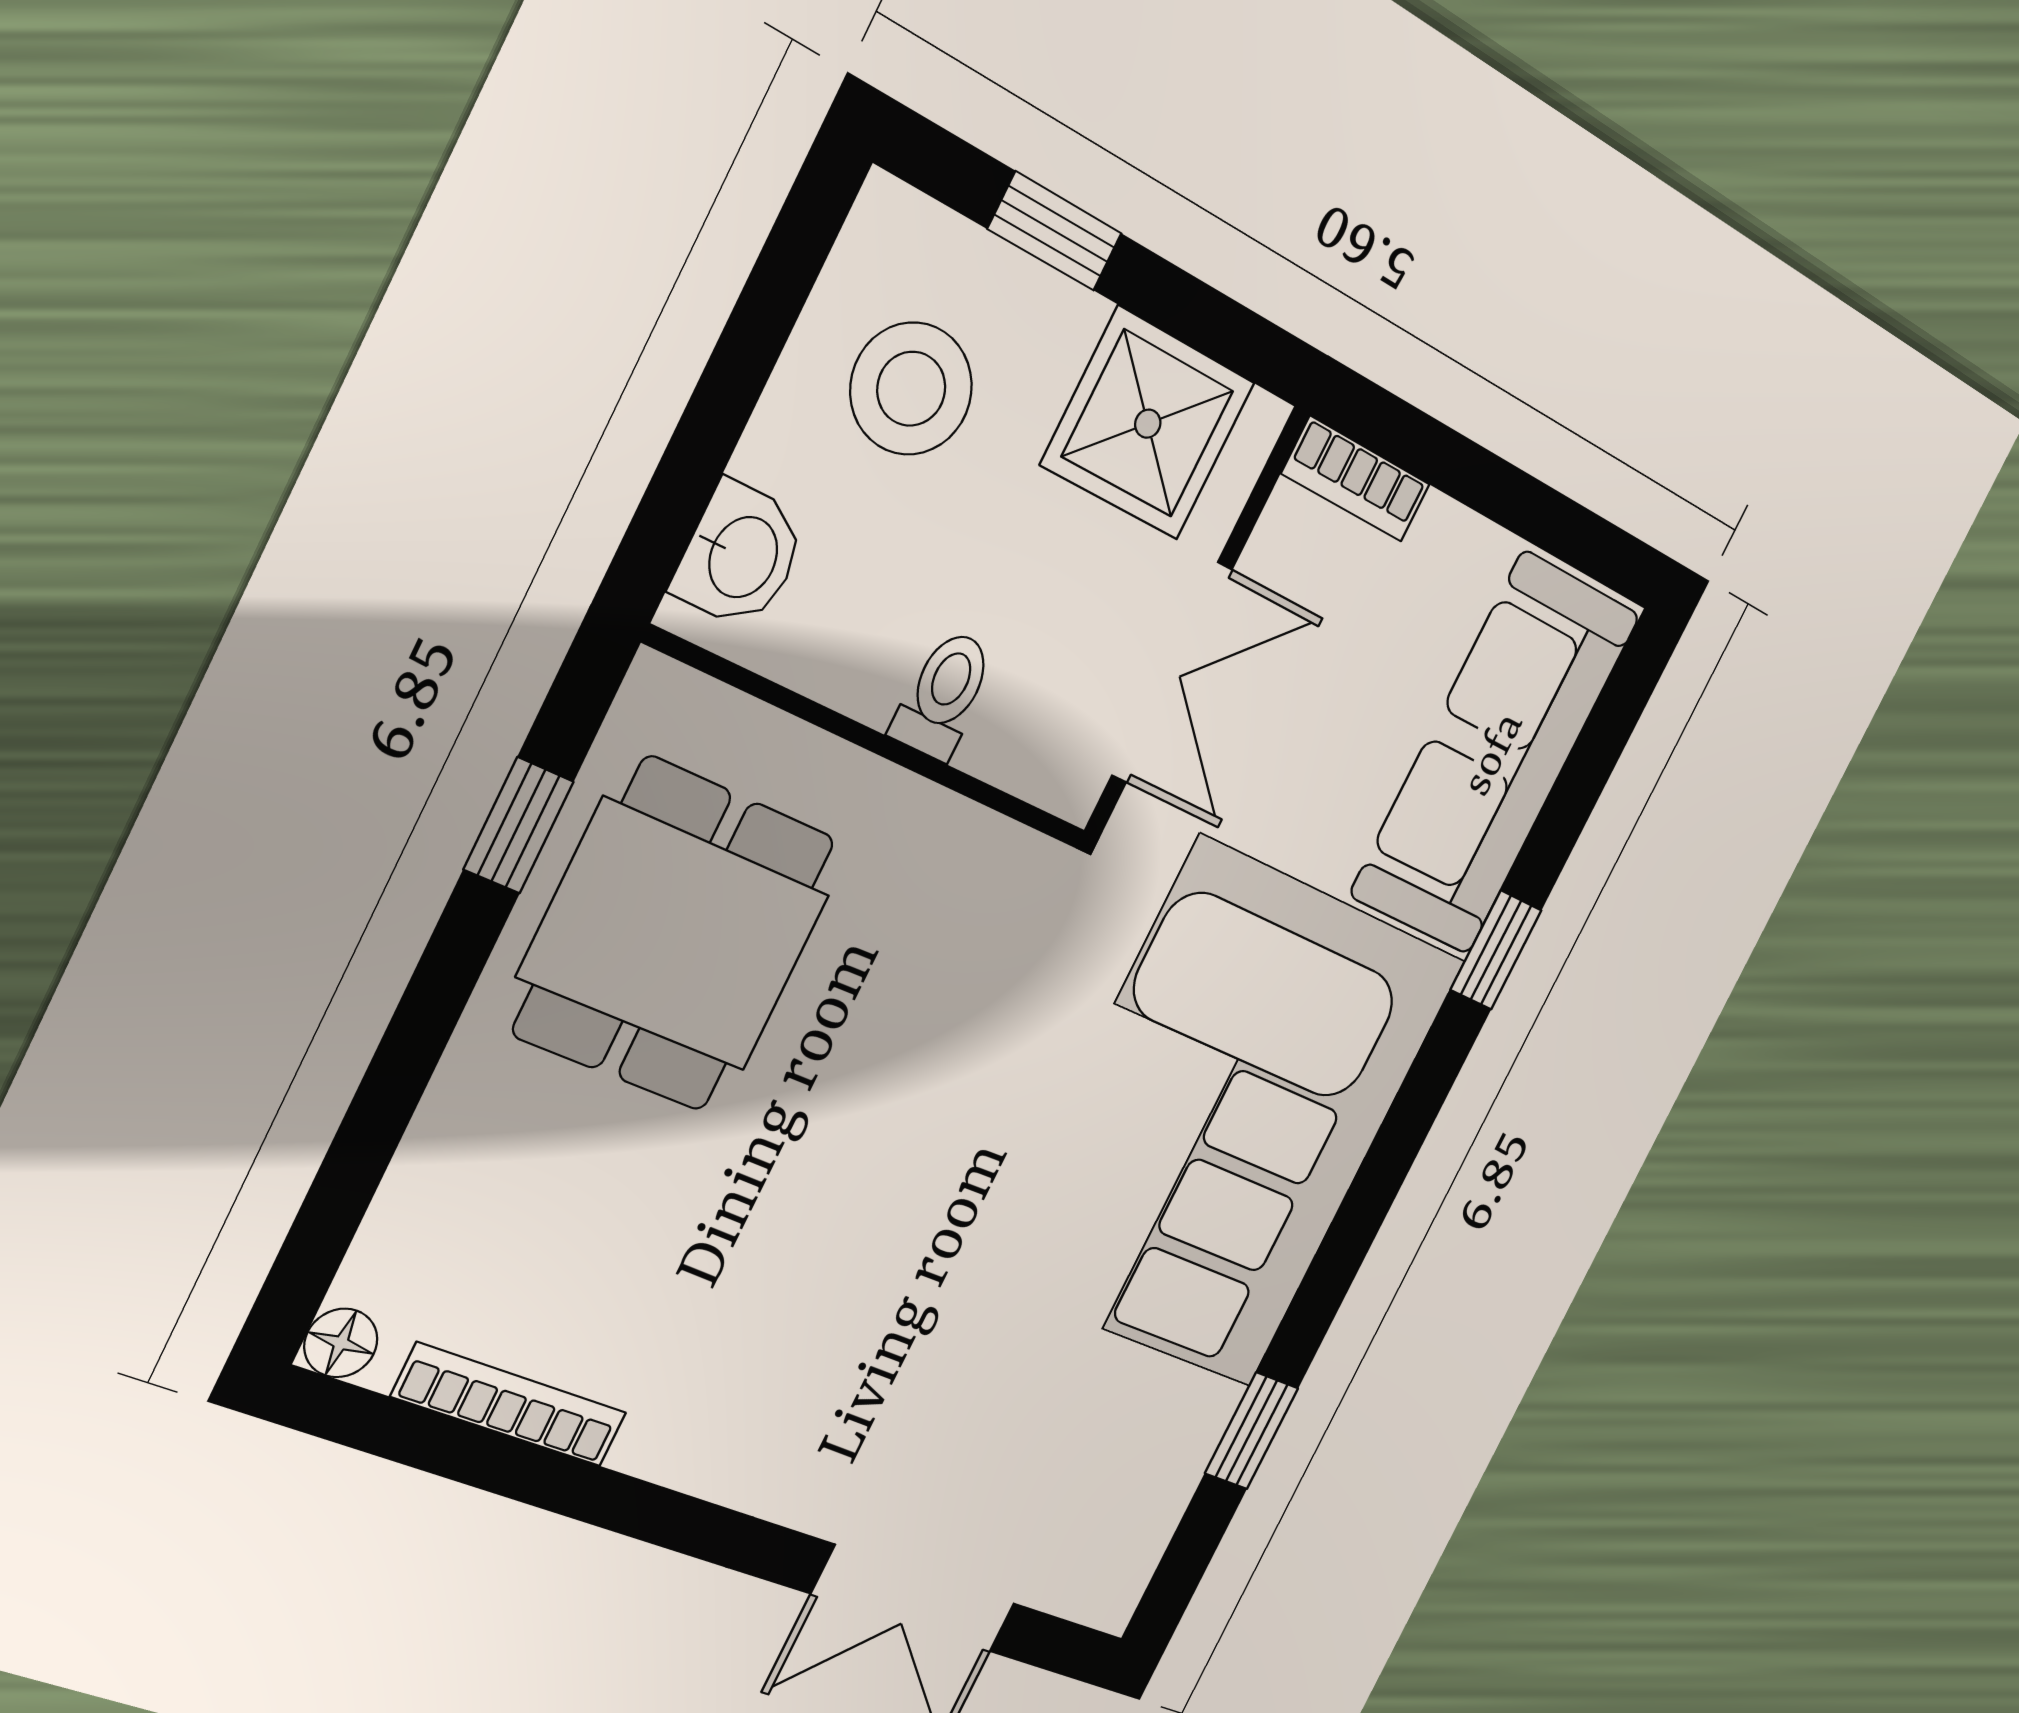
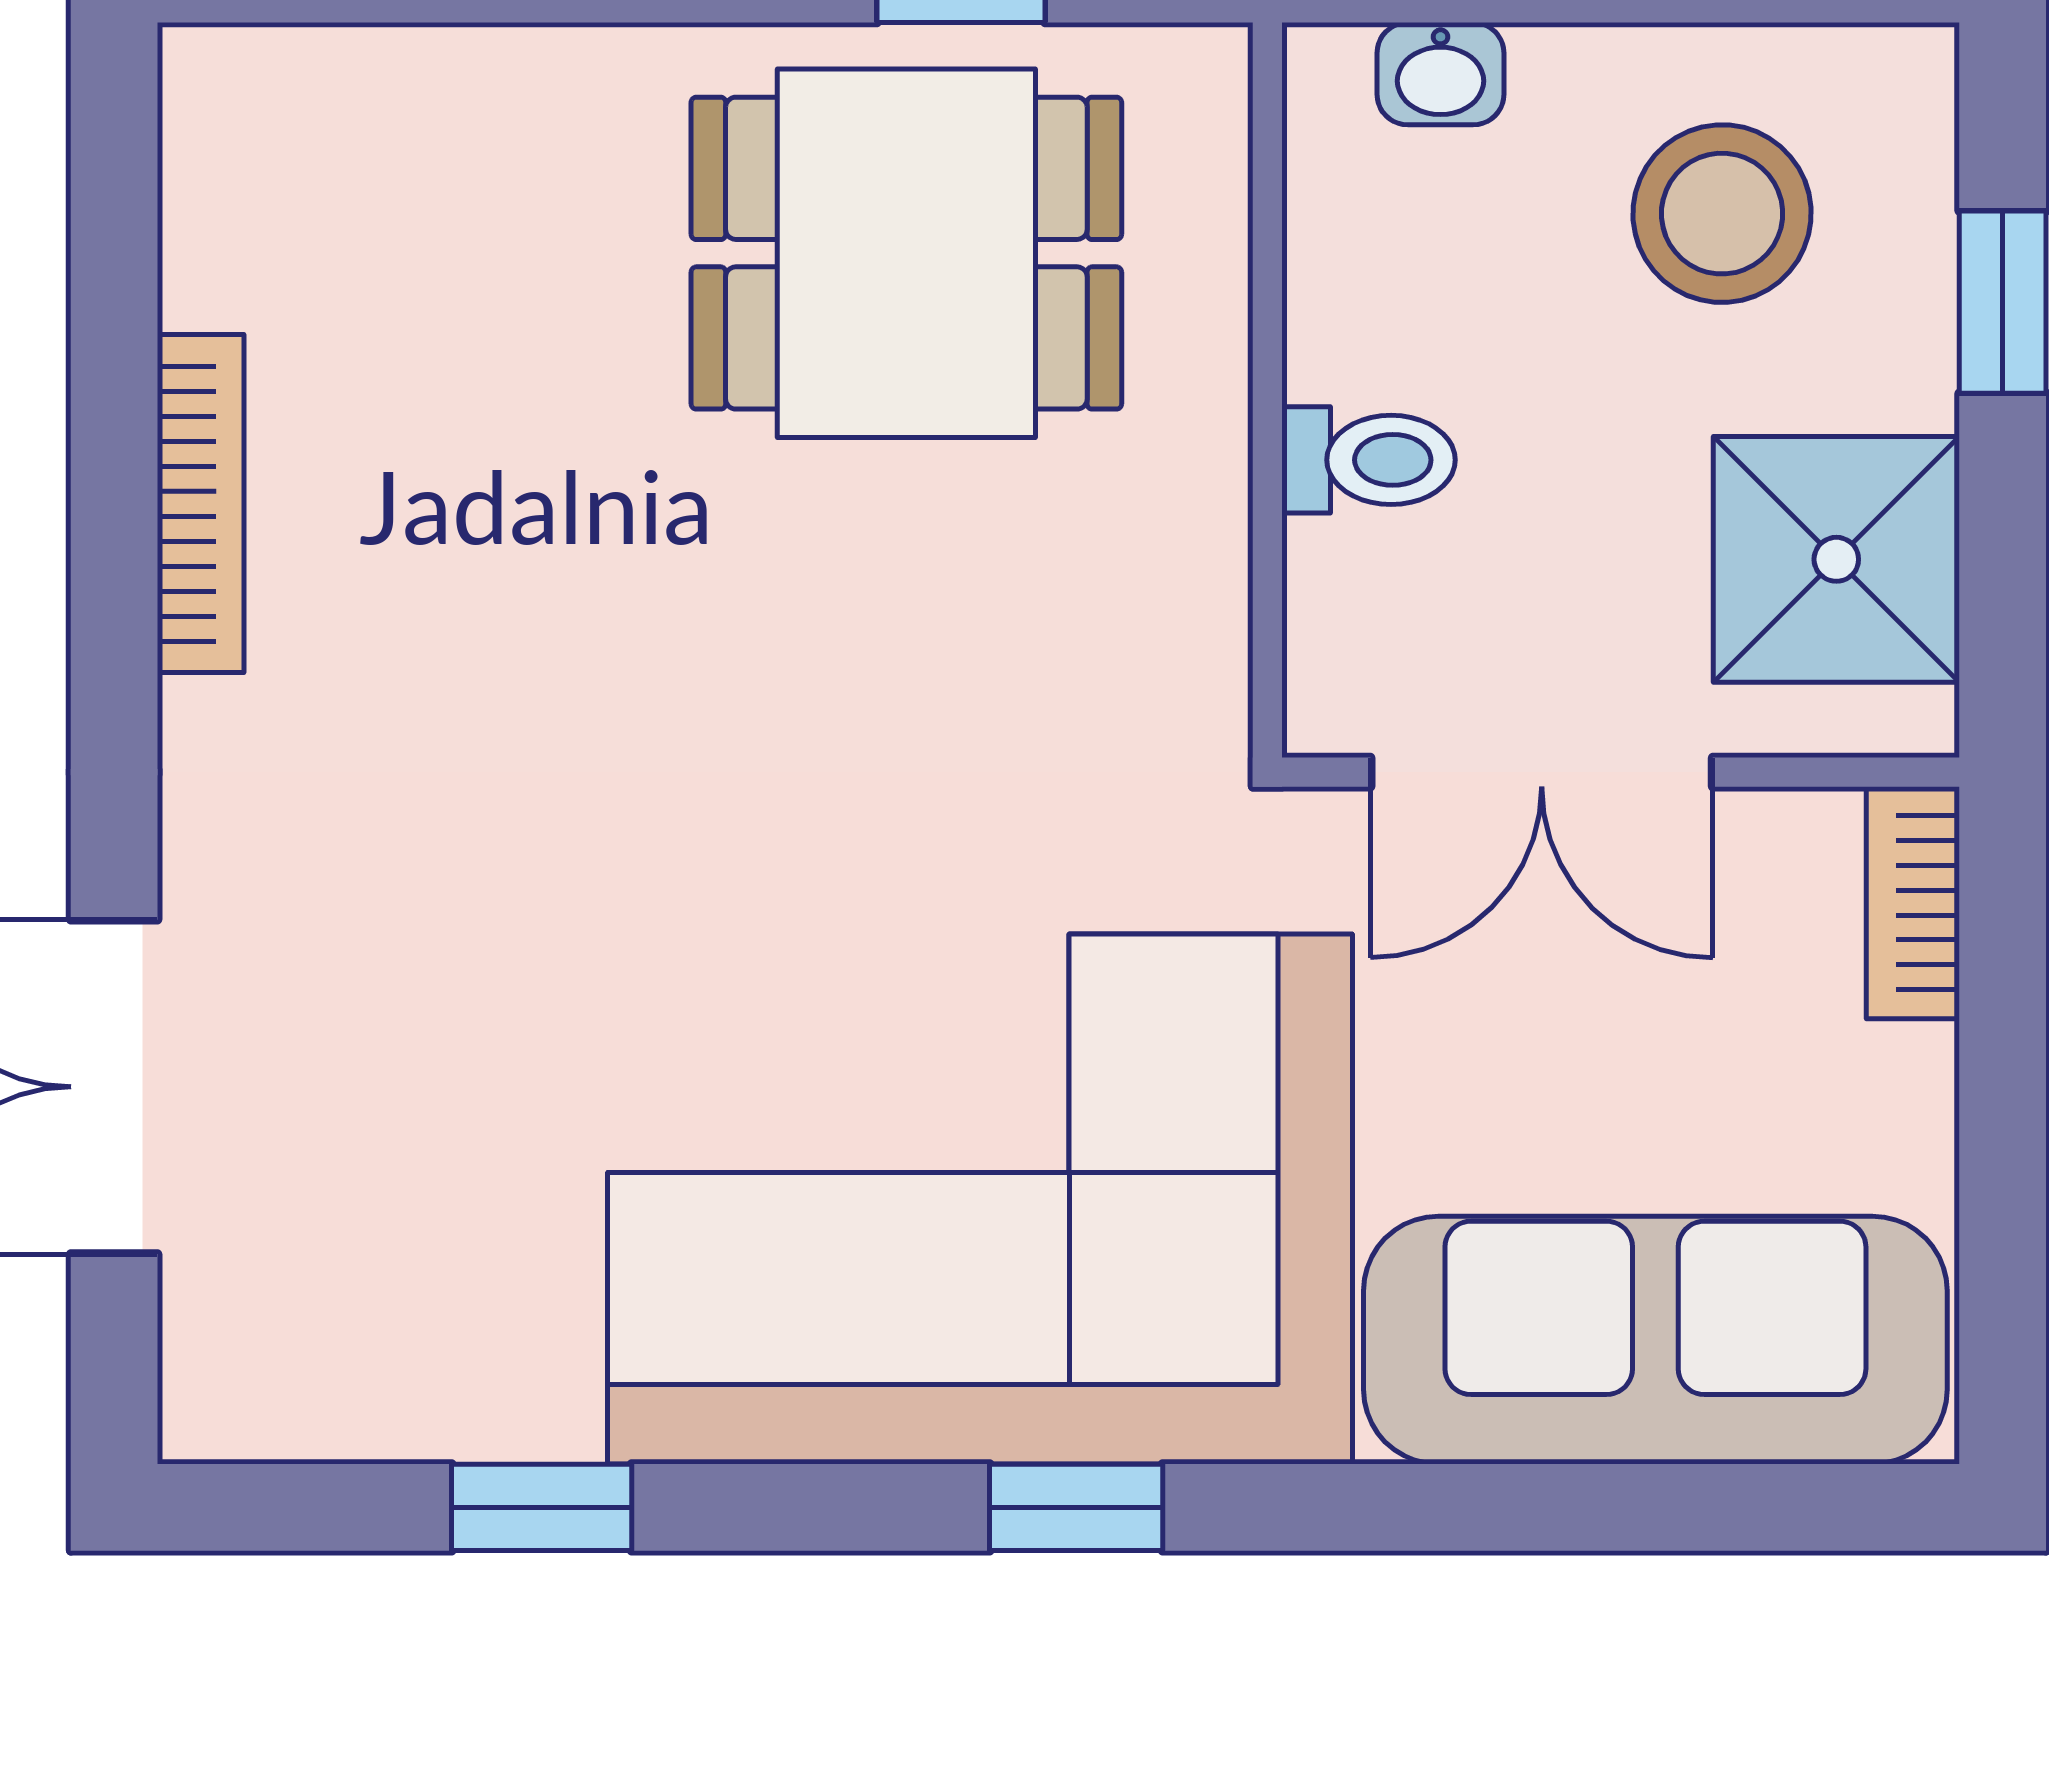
washbasin: (740, 556) -> (1440, 74), width x0.72, depth x0.69
window: (1496, 950) -> (1076, 1507), moved
floor lamp: (341, 1343) -> (208, 73), removed
bookcase: (510, 1405) -> (201, 504), moved

